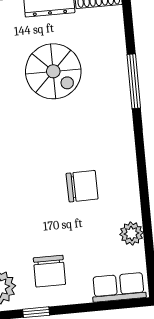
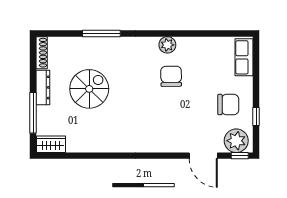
plant: (131, 234) -> (167, 45), moved

